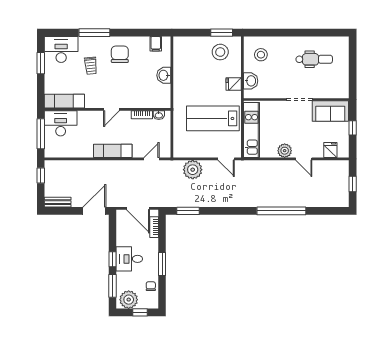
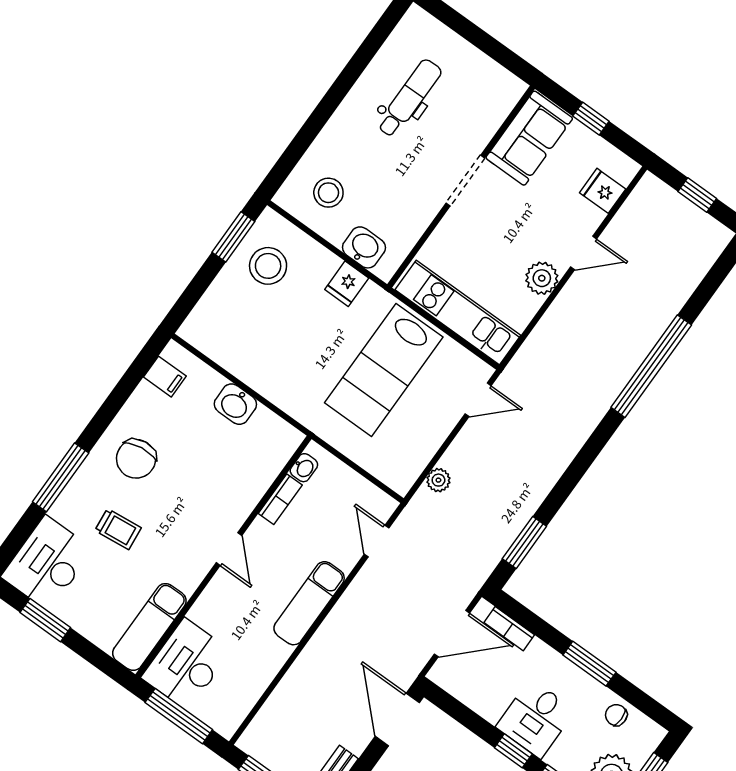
chair: (120, 54) -> (136, 459), turned -97
plant: (193, 170) -> (438, 480), width x0.53, depth x0.53

